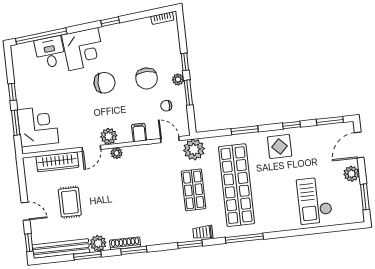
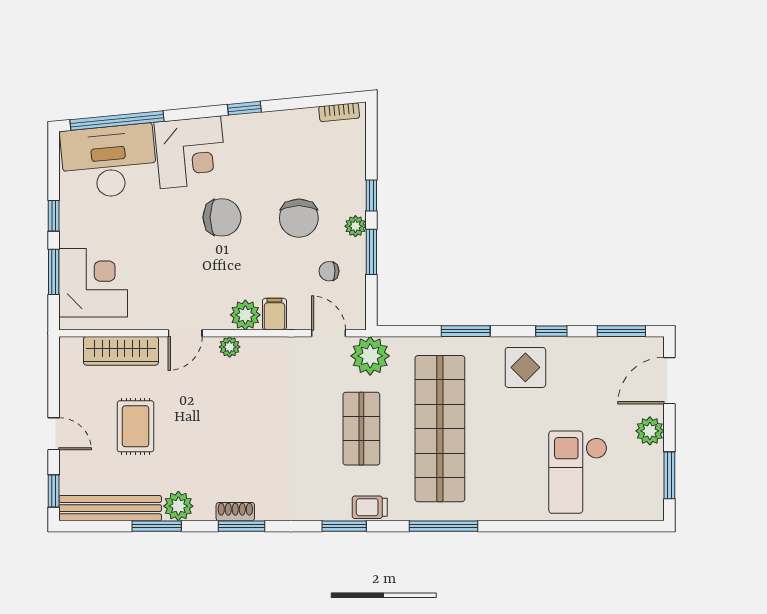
desk: (50, 52) -> (109, 161), width x1.87, depth x1.30
plant: (109, 136) -> (245, 315), moved
shoe rack: (125, 243) -> (235, 512), width x0.70

